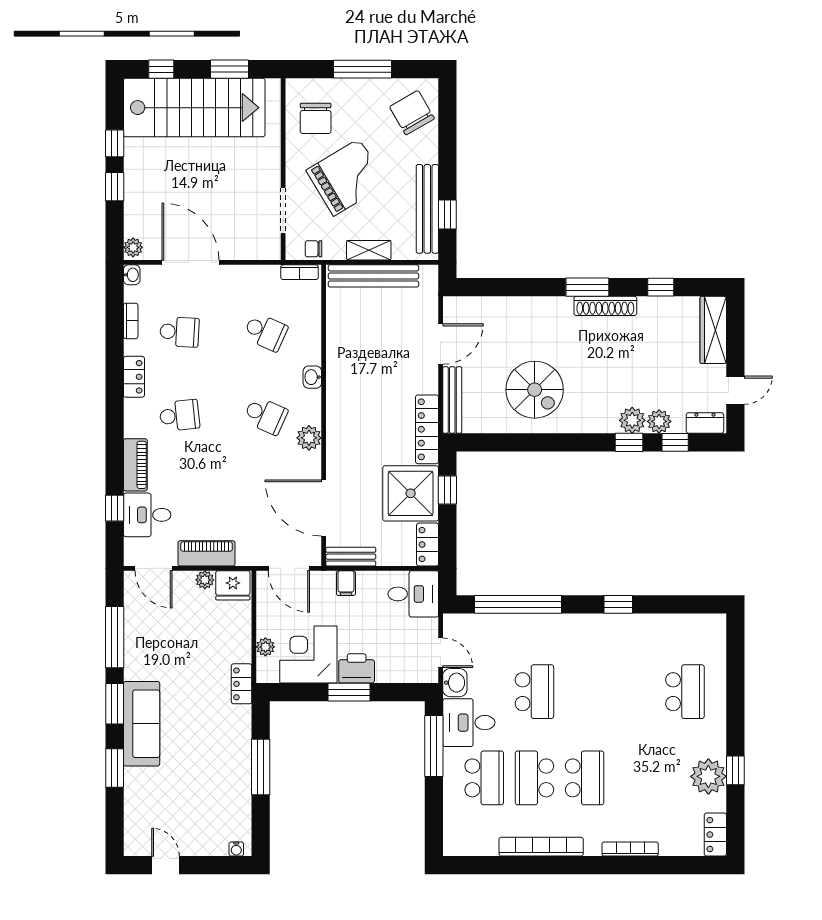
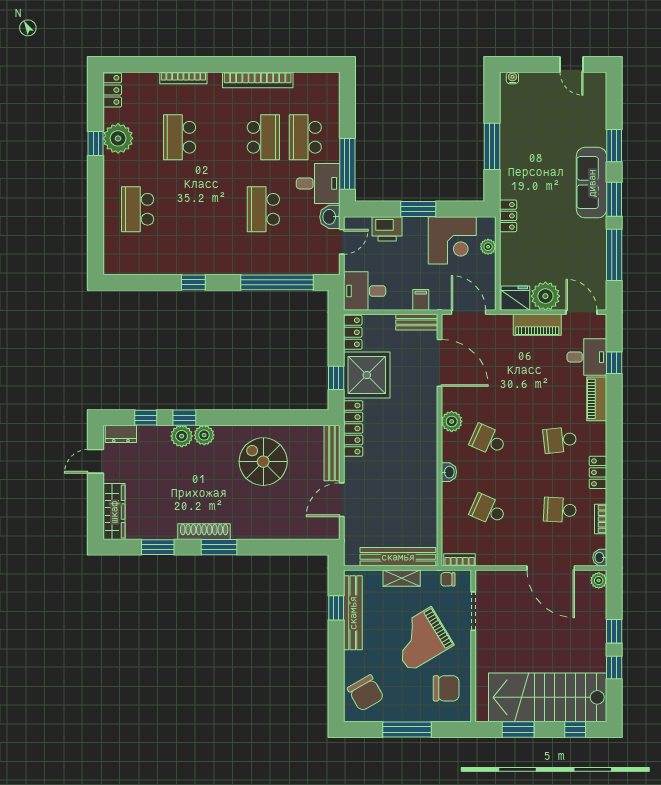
chair: (316, 118) -> (446, 688), turned 90
chair: (313, 249) -> (448, 579), turned 180
window: (661, 287) -> (158, 547), width x1.50
plant: (659, 421) -> (204, 435), moved
plant: (205, 580) -> (545, 296), width x1.87, depth x1.87
door: (441, 653) -> (342, 242), swing flipped
printer: (357, 668) -> (387, 229), moved
school desk: (585, 778) -> (179, 137), moved

